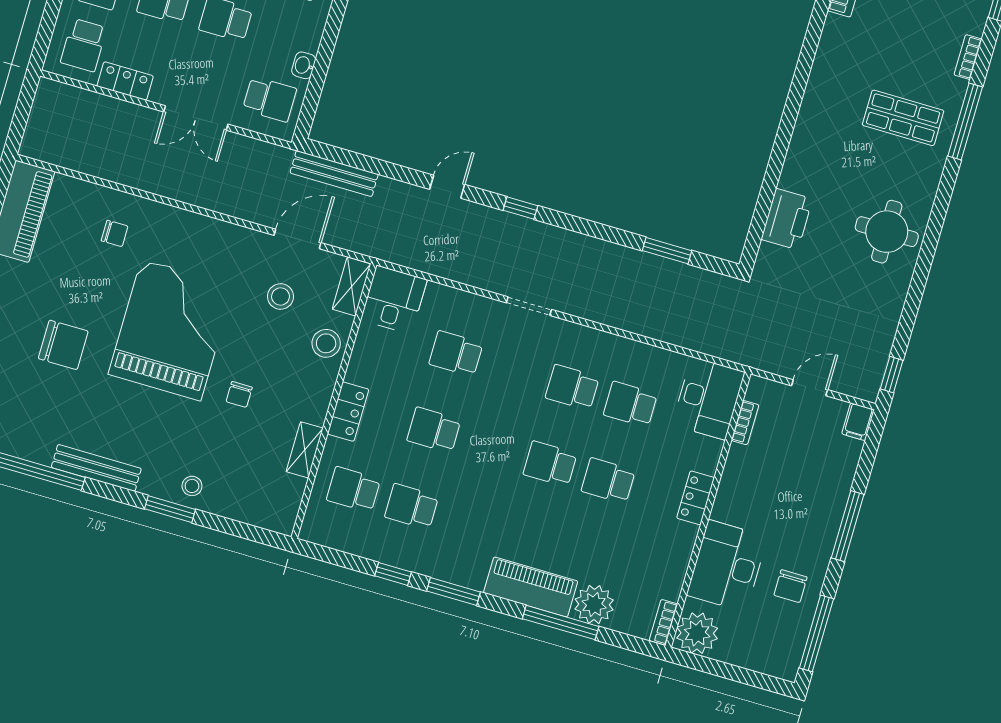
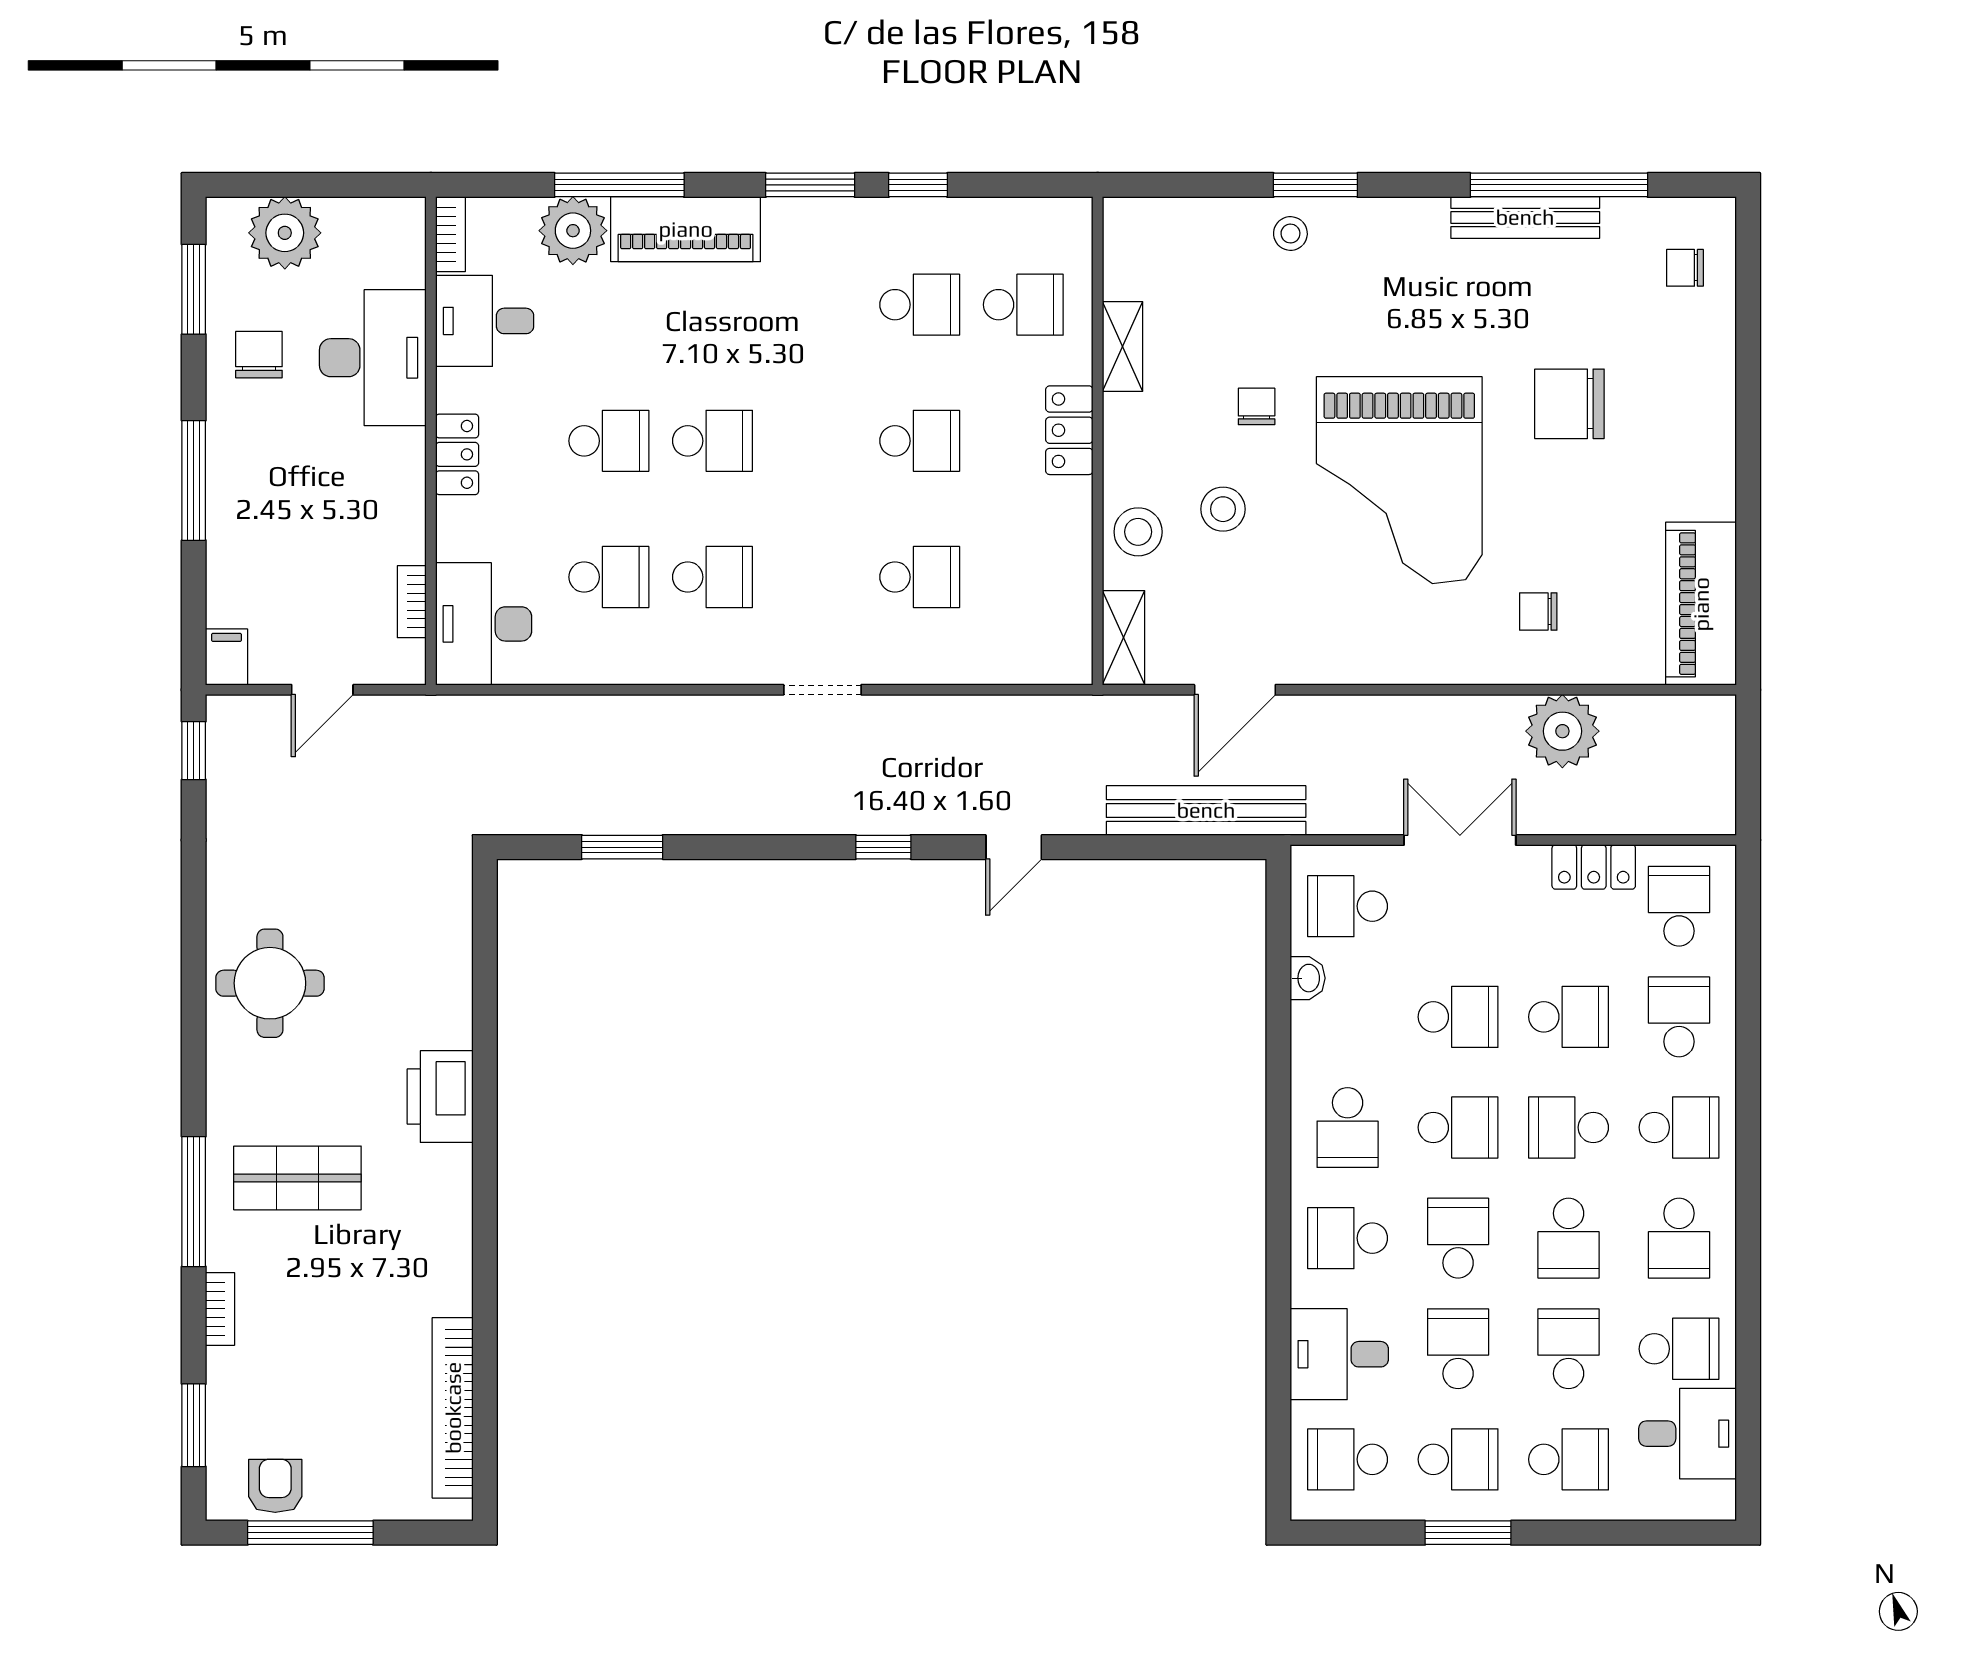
plant: (120, 162) -> (1562, 731), added
bench: (334, 173) -> (1206, 810), width x1.37, depth x1.21
printer: (787, 219) -> (440, 1097), moved
stool: (281, 296) -> (1223, 509), moved
desk: (394, 300) -> (485, 321), moved, turned 90
bench: (96, 468) -> (1525, 217), moved
plant: (697, 633) -> (285, 233), moved
window: (816, 633) -> (194, 289), width x0.69

